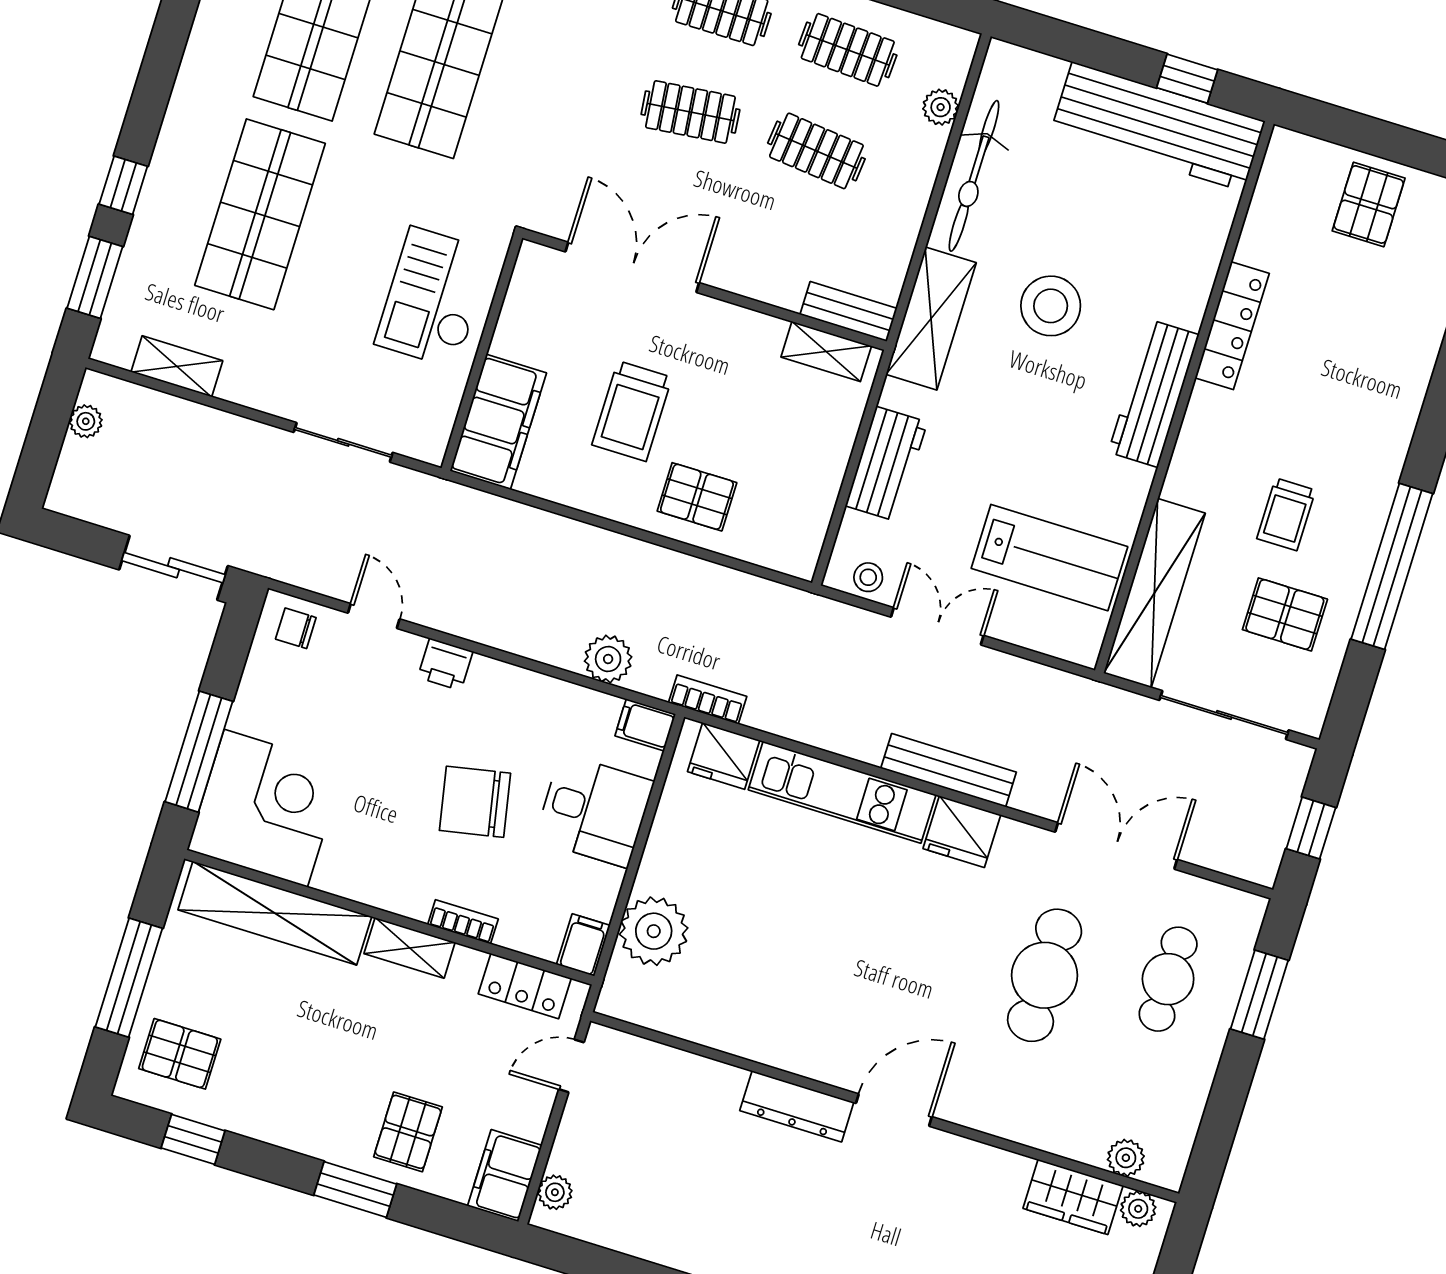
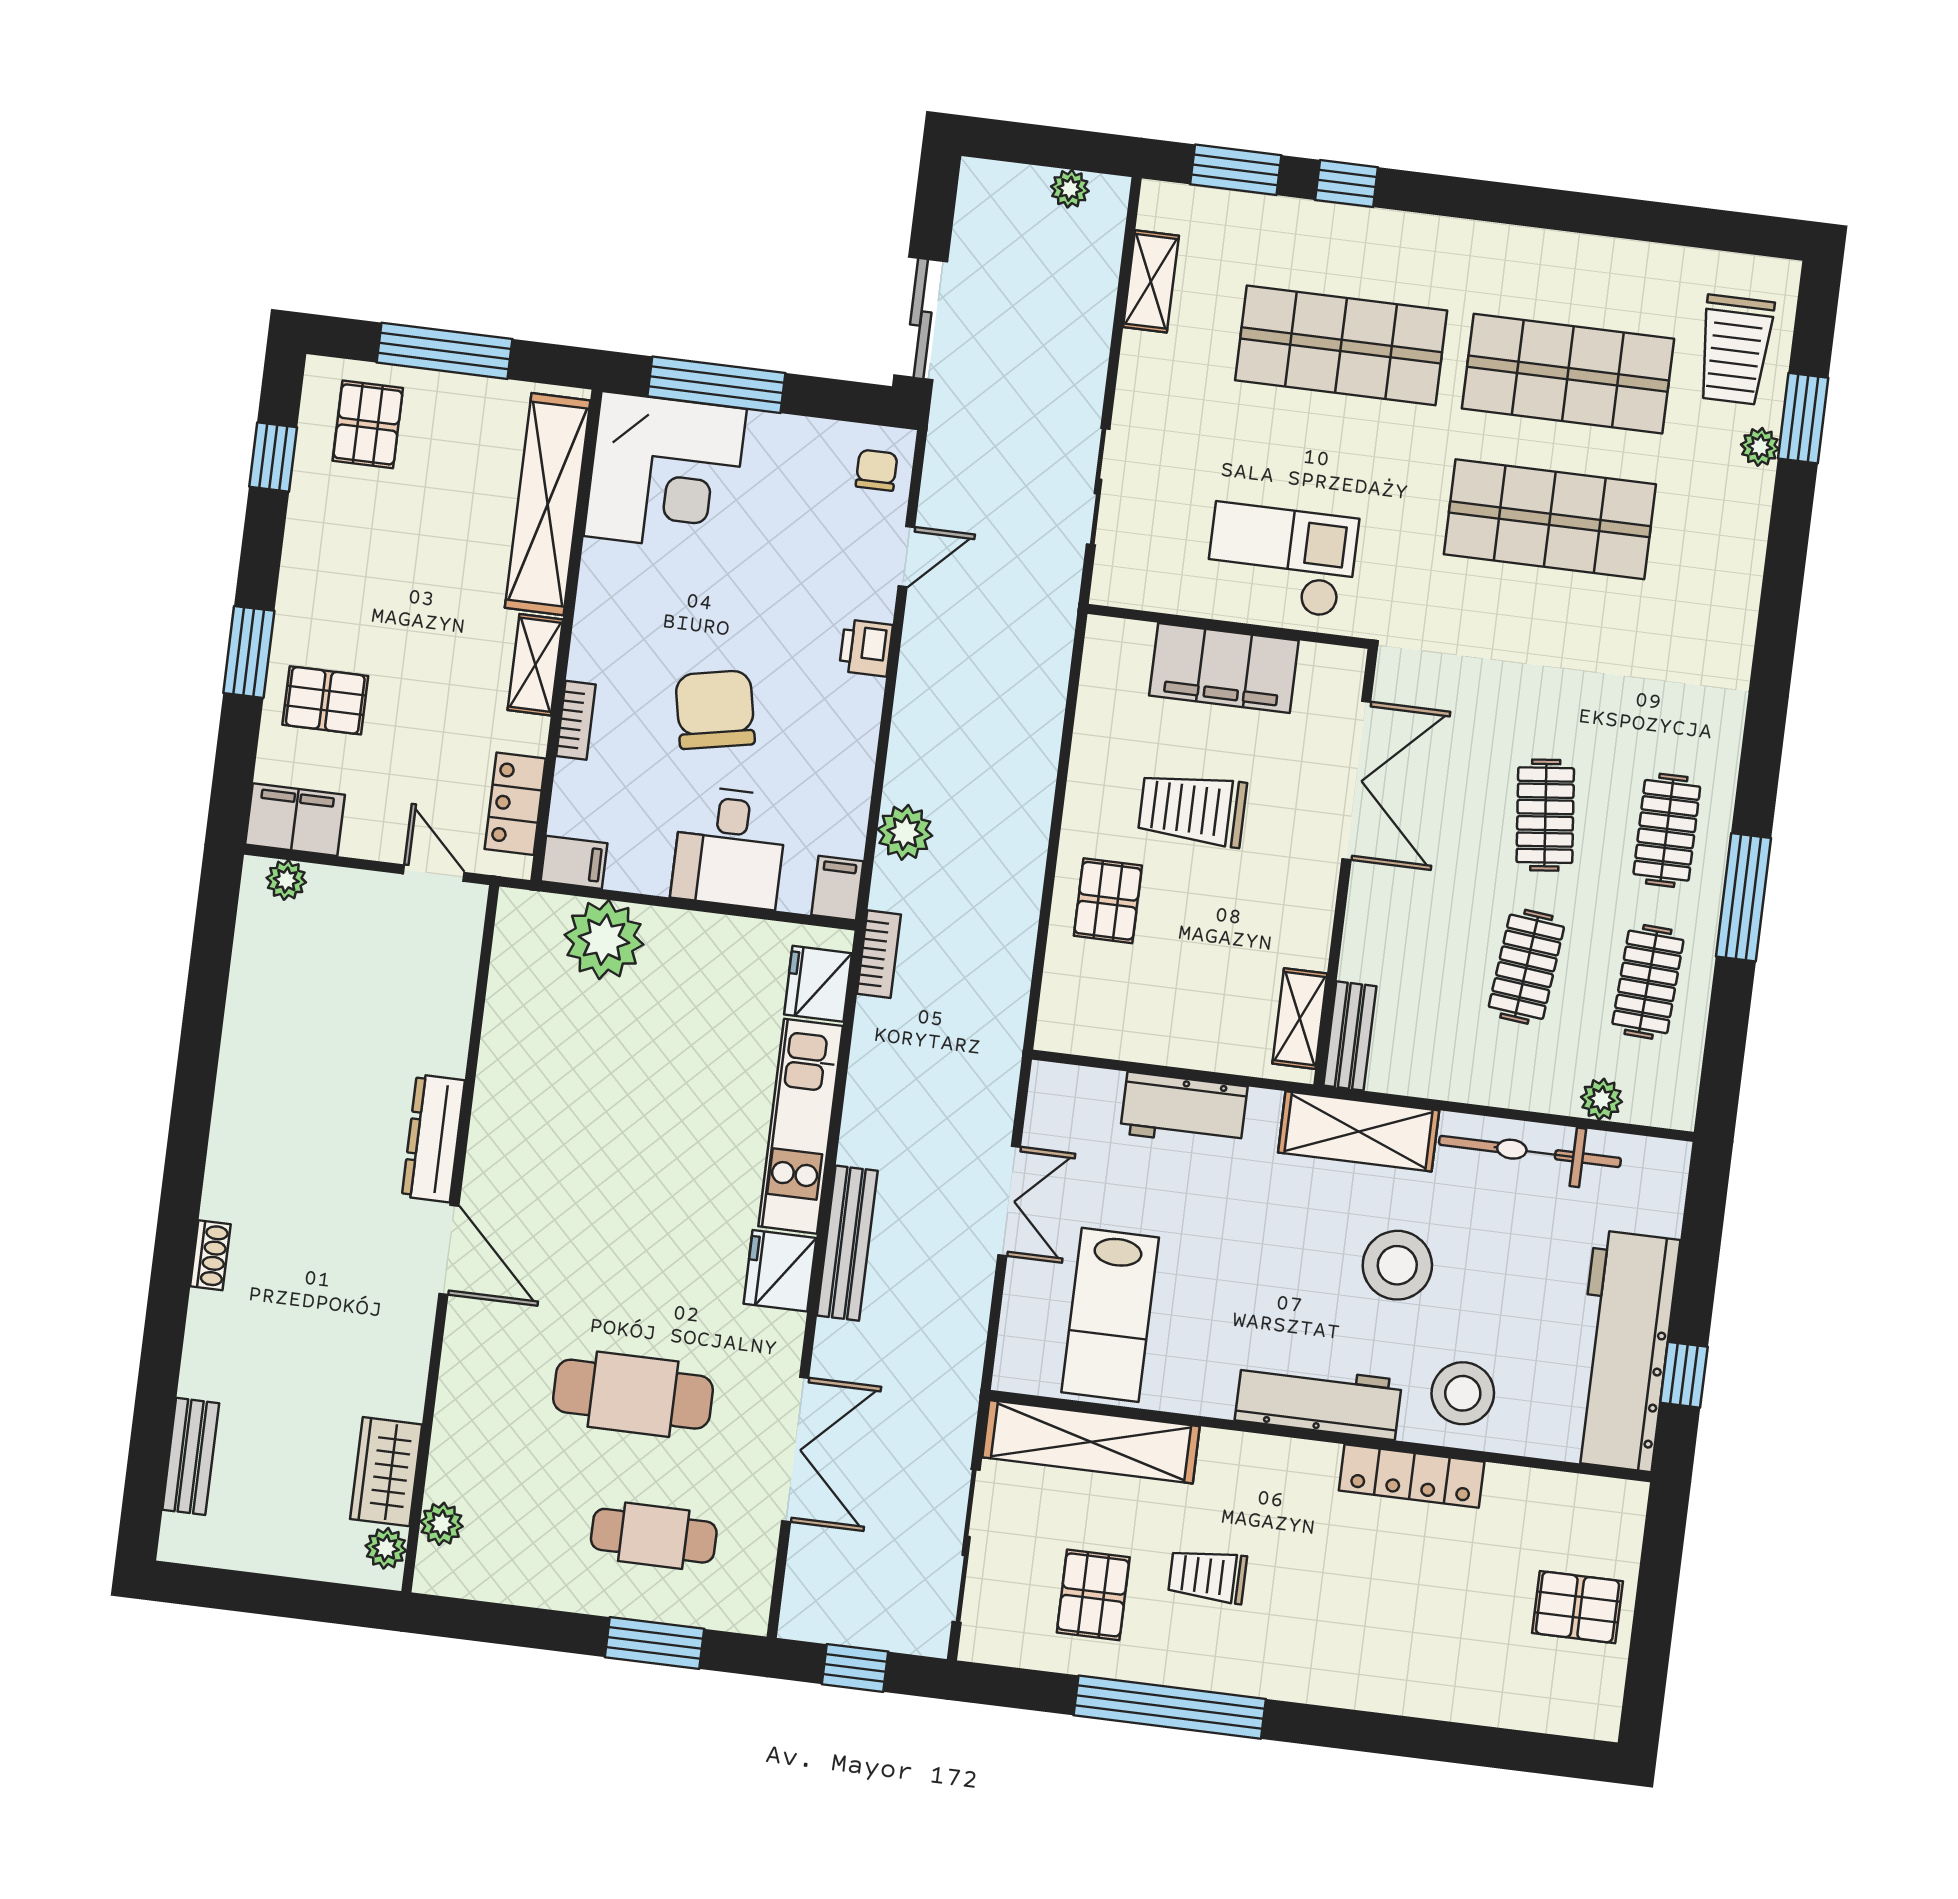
filing cabinet: (498, 422) -> (1224, 668), moved
stool: (868, 577) -> (1463, 1393), moved, width x1.89, depth x1.89

